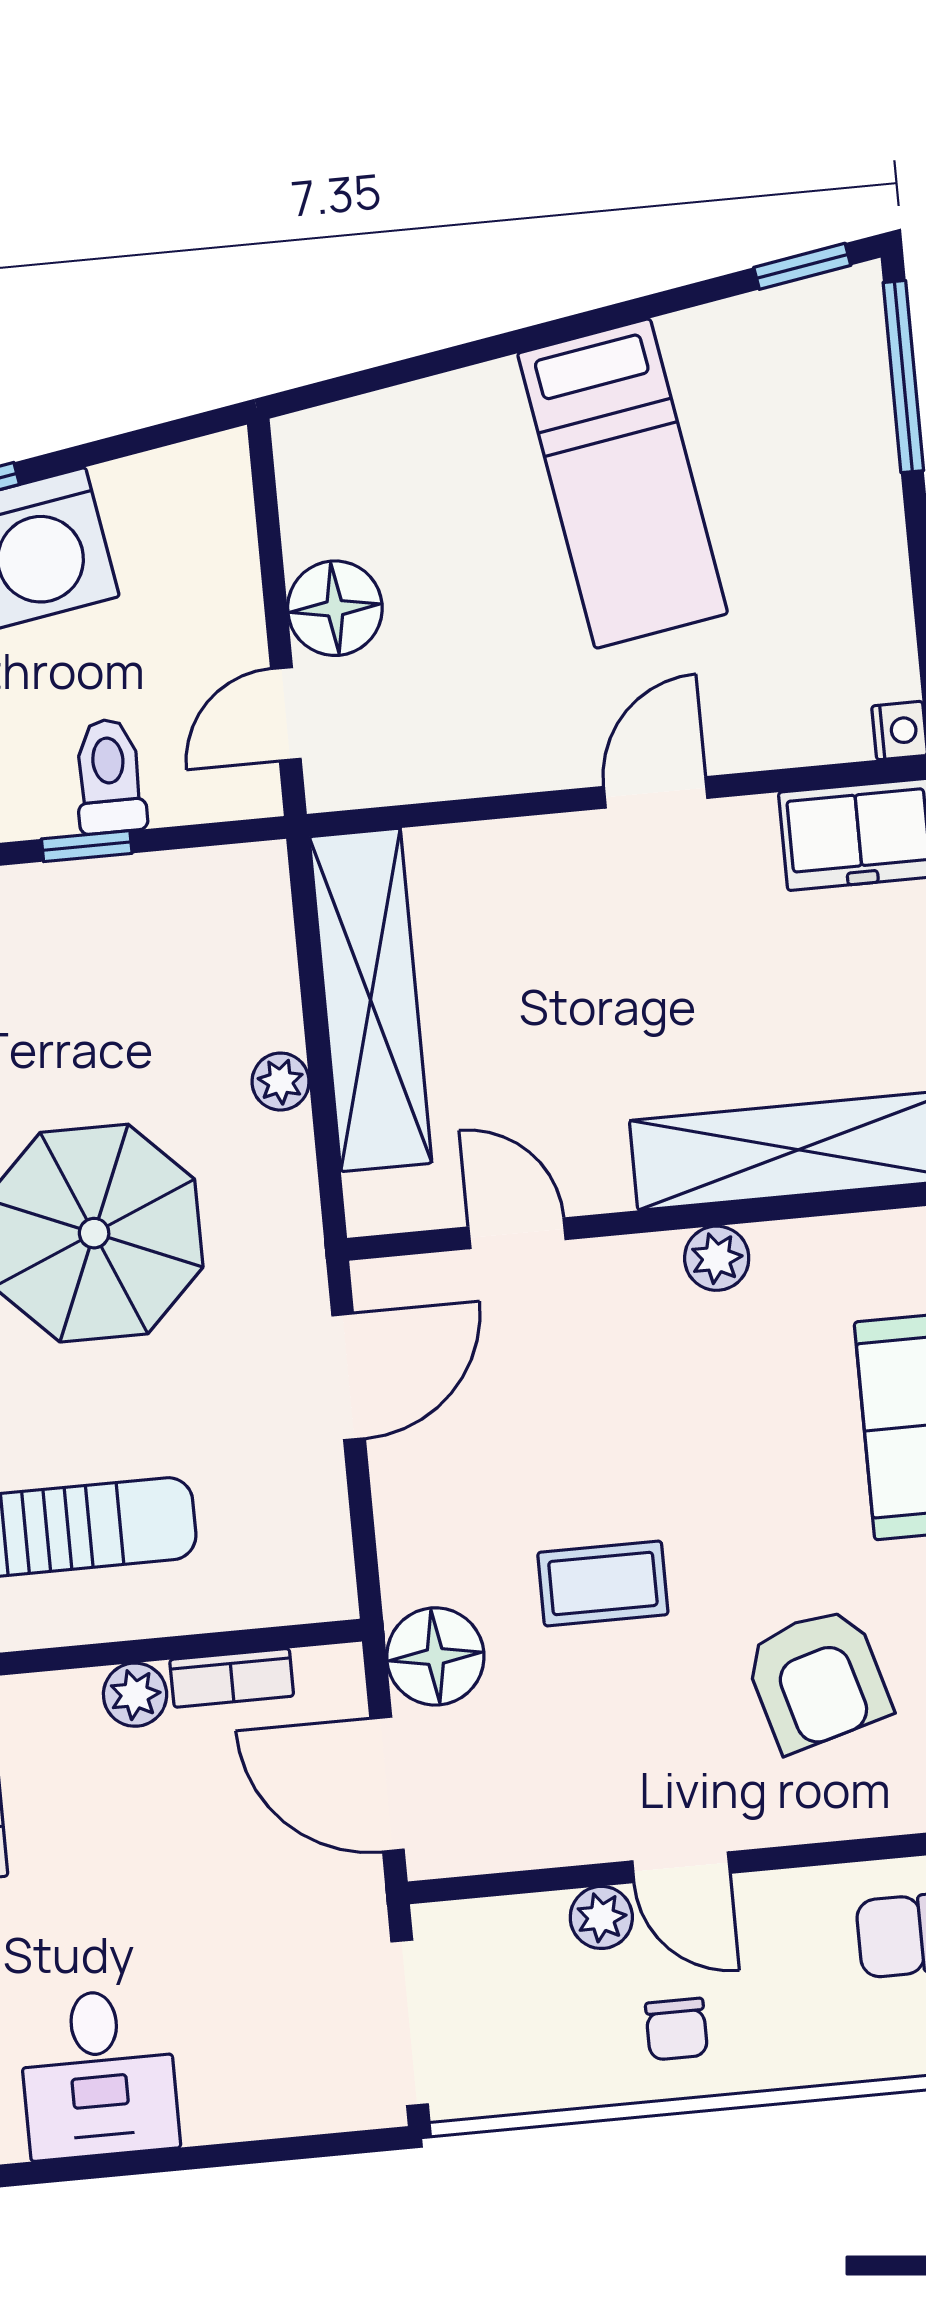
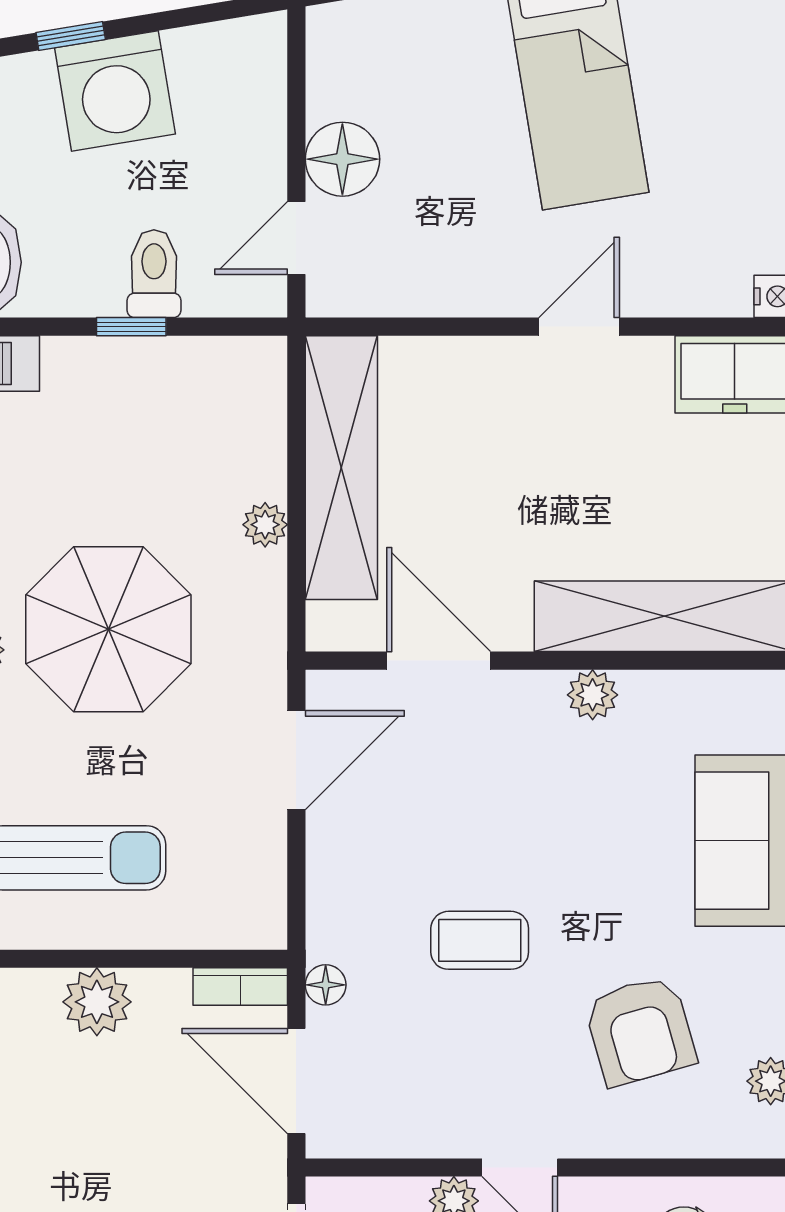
door: (517, 1233) -> (439, 661), width x1.38
floor lamp: (435, 1656) -> (326, 985), width x0.53, depth x0.53
bookcase: (232, 1678) -> (240, 987), moved
plant: (135, 1695) -> (97, 1002), width x1.38, depth x1.38

